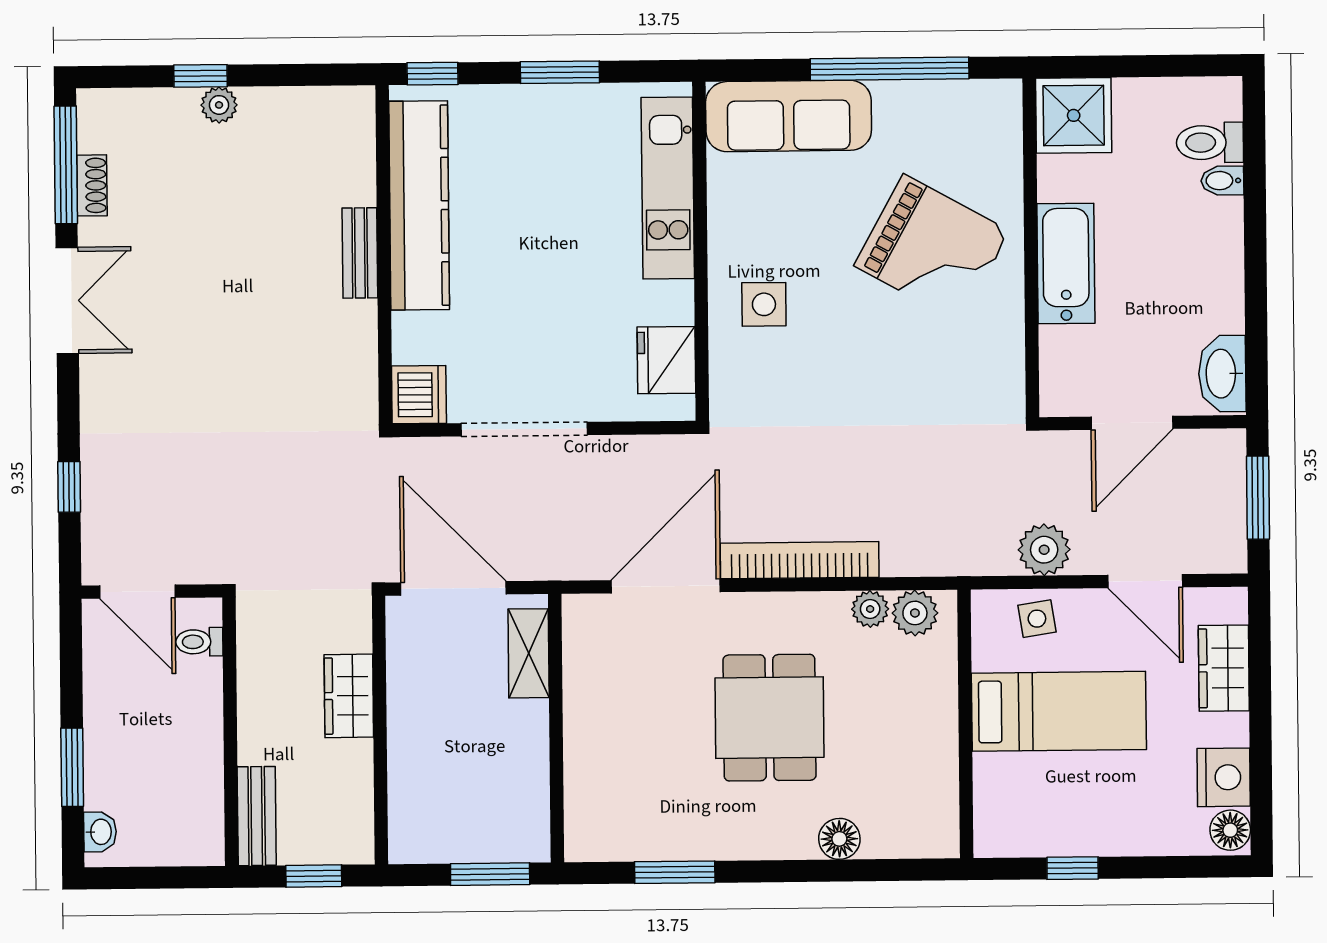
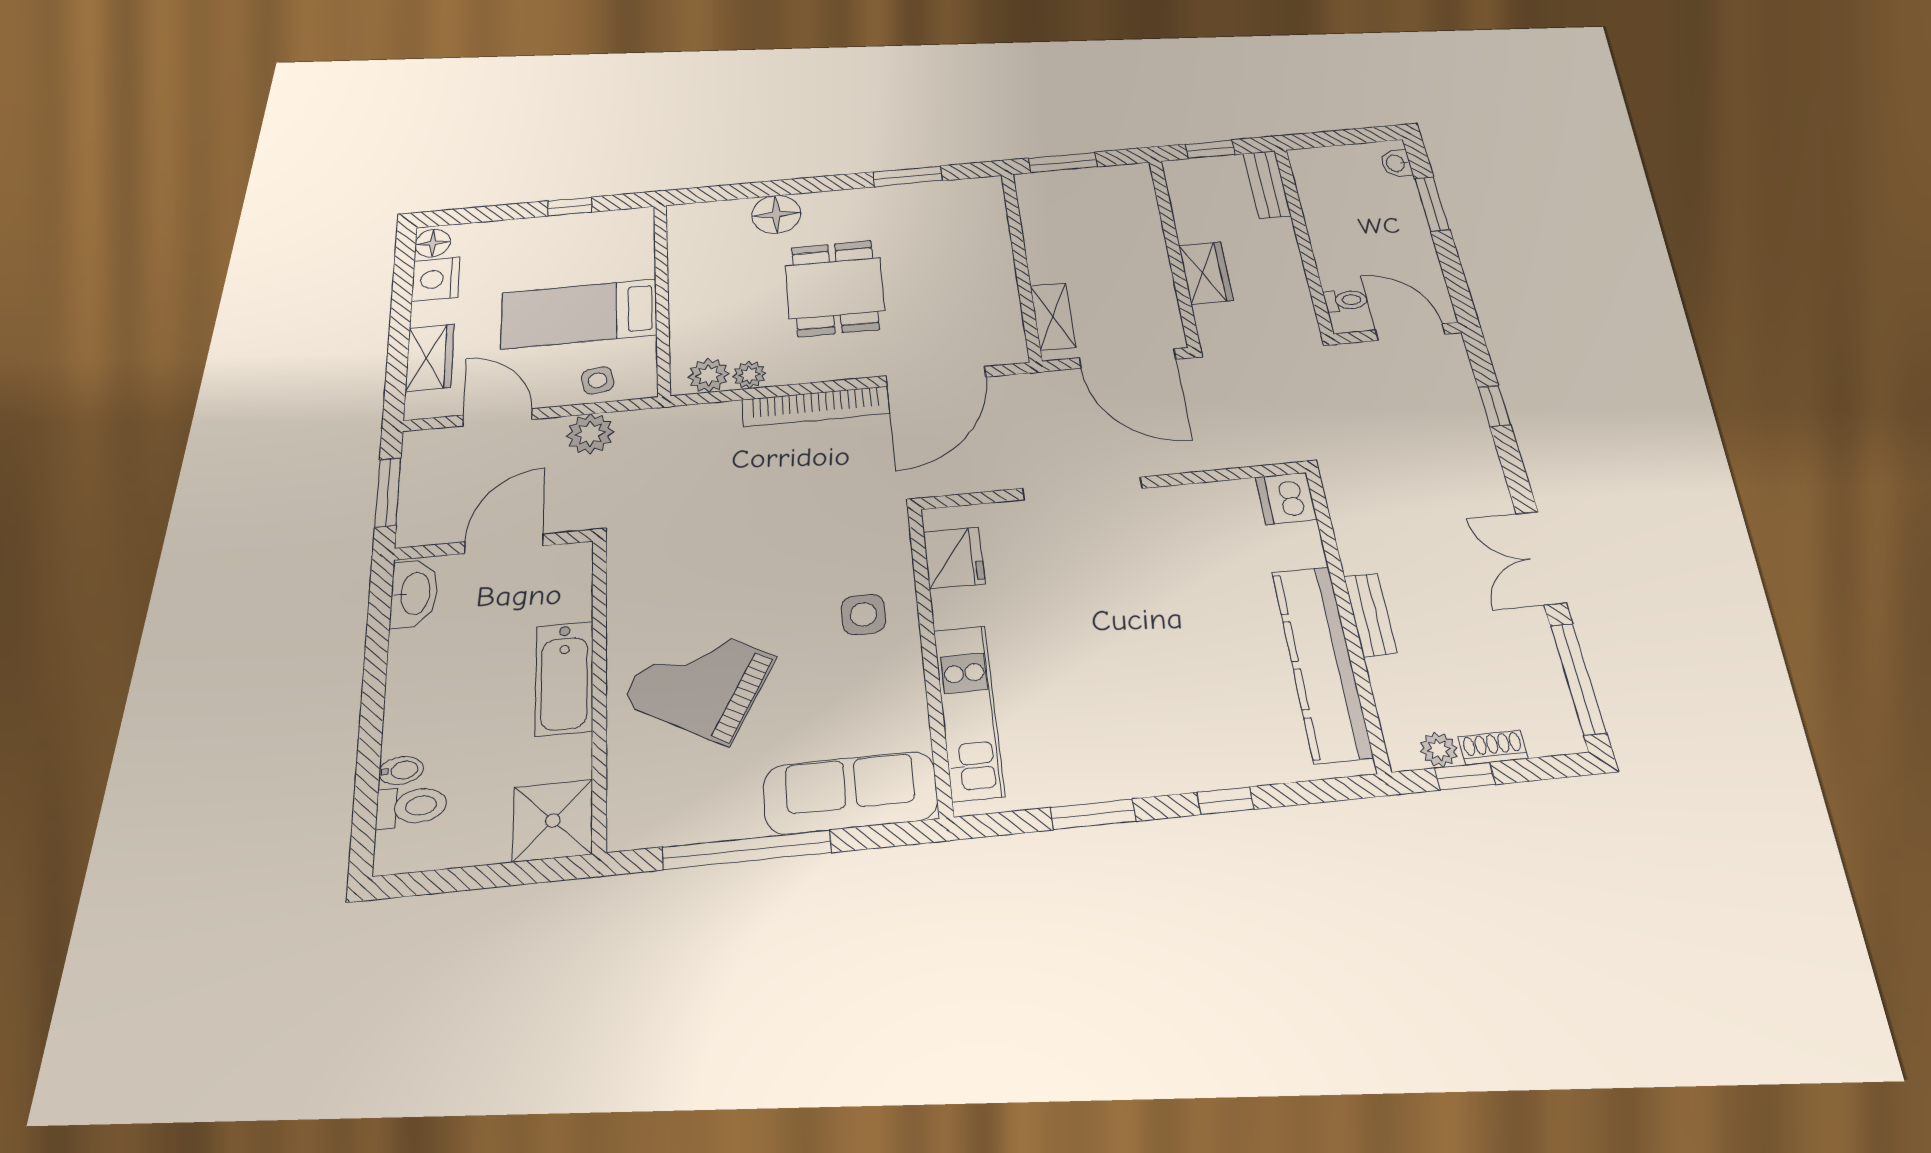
shoe rack: (92, 185) -> (1493, 747), moved, turned 90
kitchen counter: (419, 205) -> (1321, 663), moved
bench: (360, 253) -> (1370, 615), moved
wall: (384, 255) -> (1347, 615), moved
dishwasher: (419, 395) -> (1286, 498), moved
floor lamp: (839, 839) -> (776, 214), width x1.38, depth x1.38

